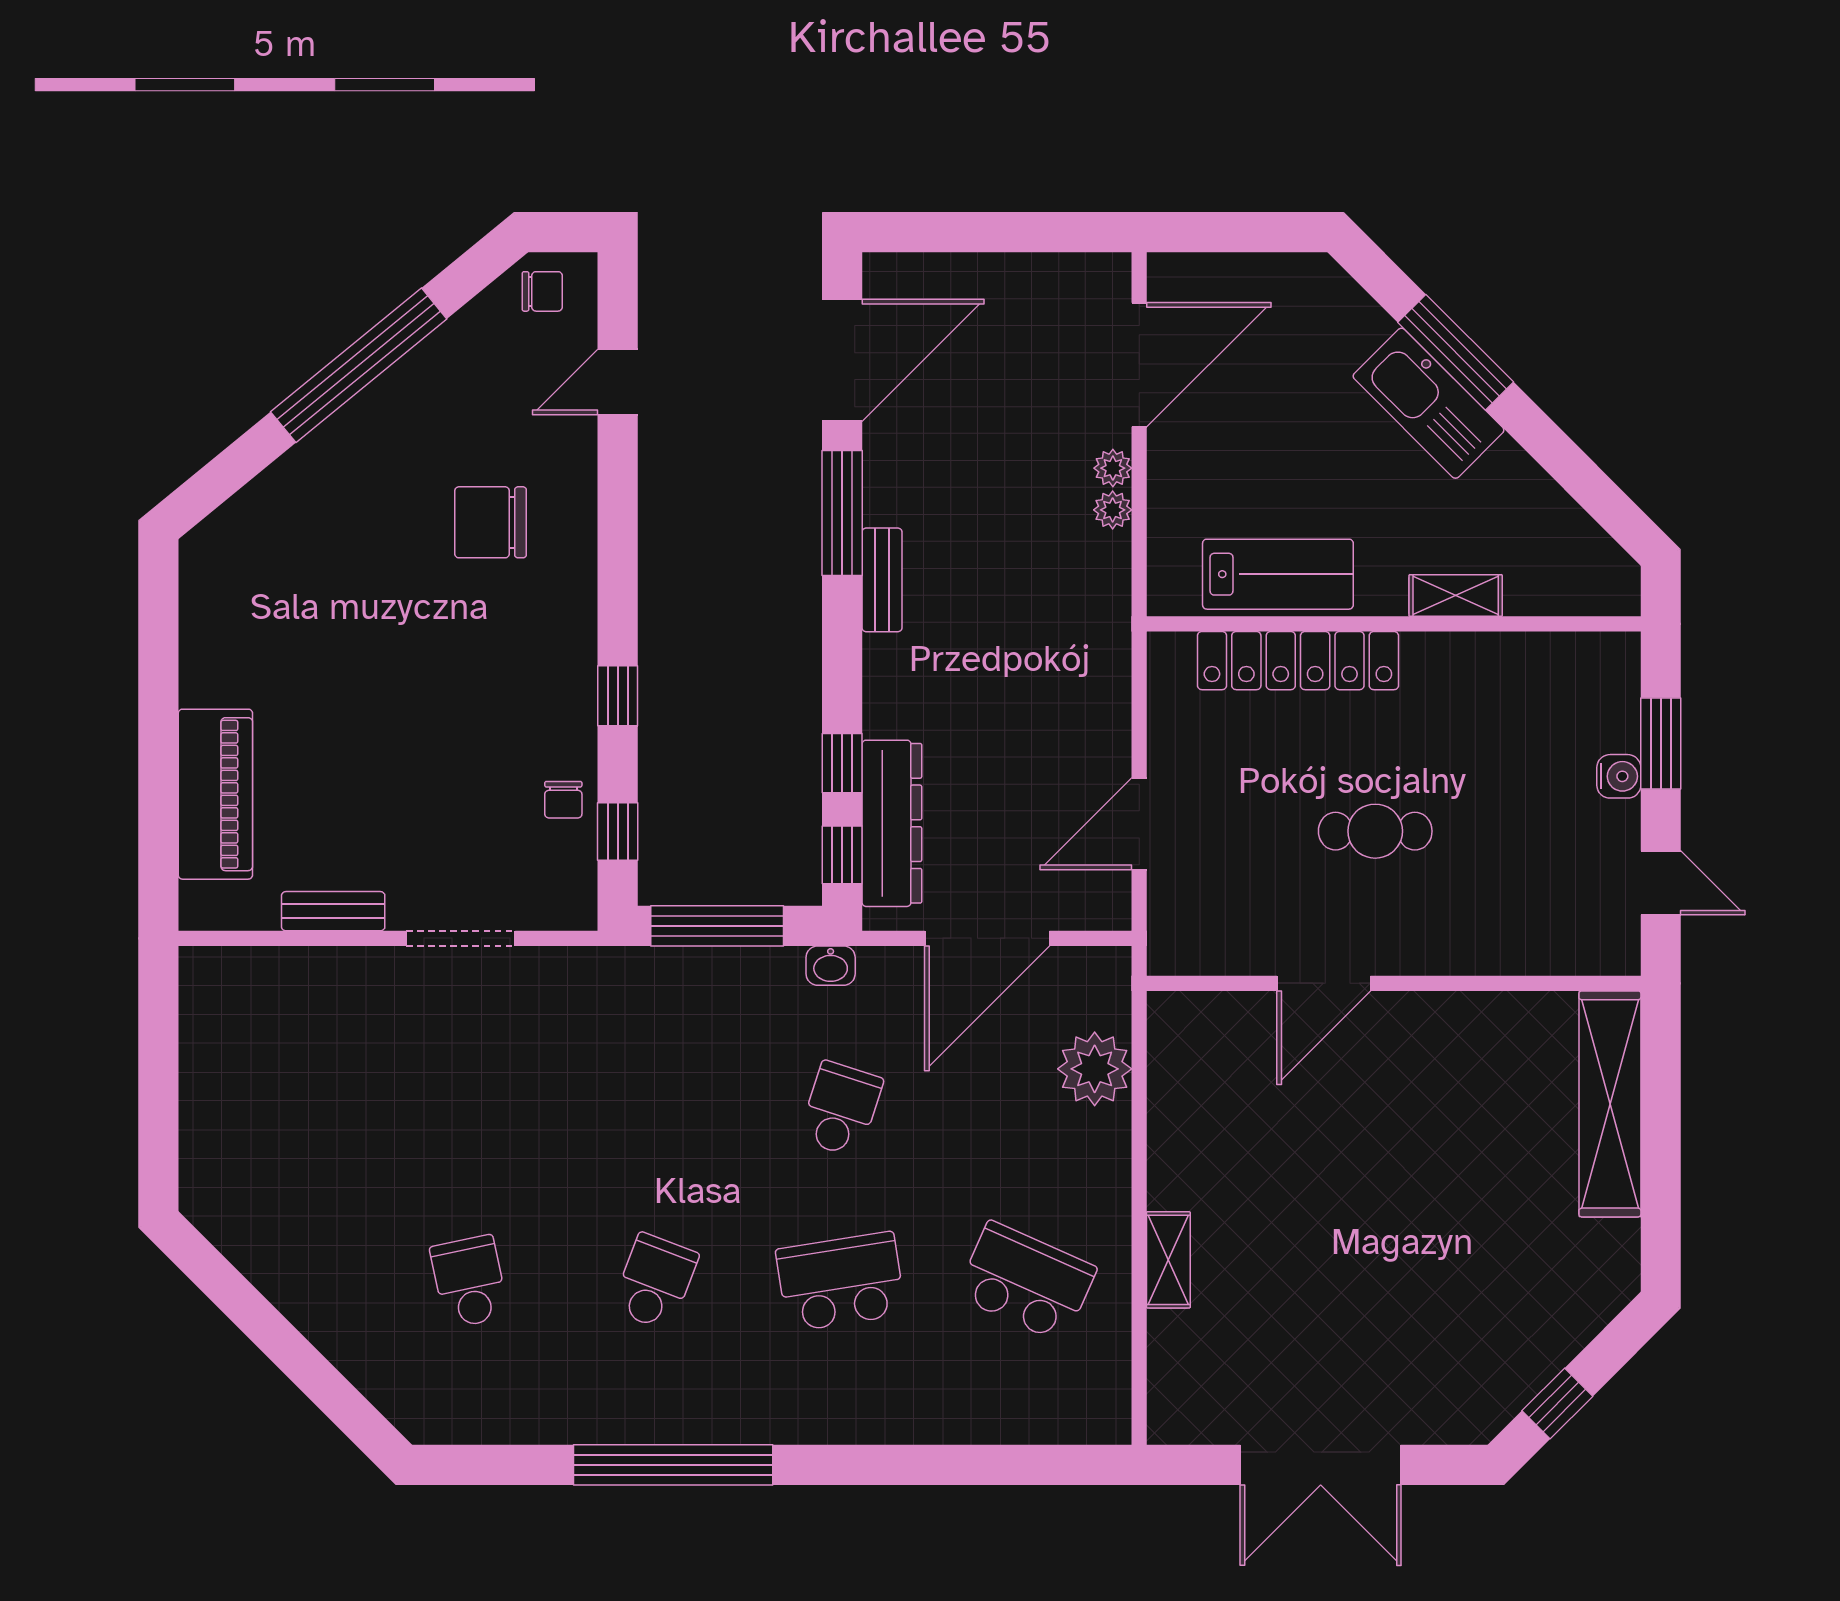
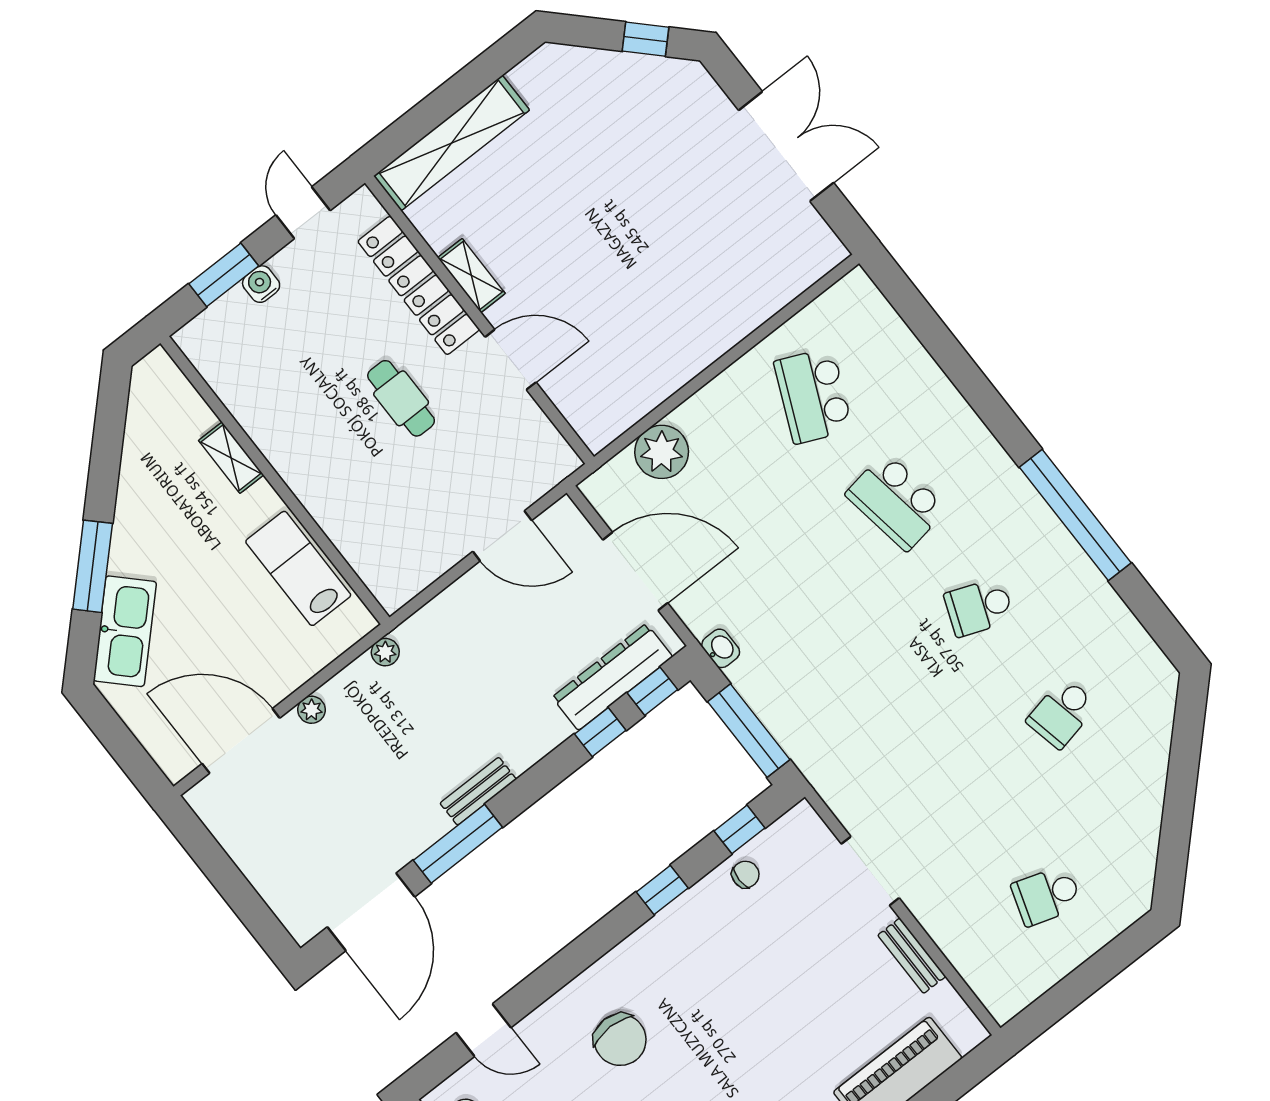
door: (842, 360) -> (371, 912), swing flipped
kitchen sink: (1428, 403) -> (125, 631), moved
plant: (1113, 510) -> (385, 652), moved
locker: (1298, 661) -> (419, 285), moved, turned 180
school desk: (841, 1109) -> (1047, 896), moved
shelving: (1168, 1260) -> (471, 275), moved, turned 90

